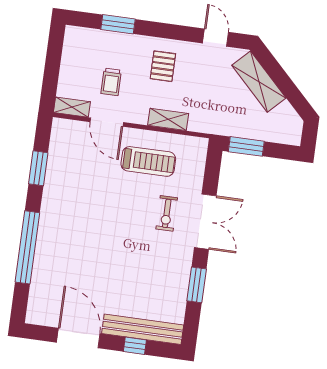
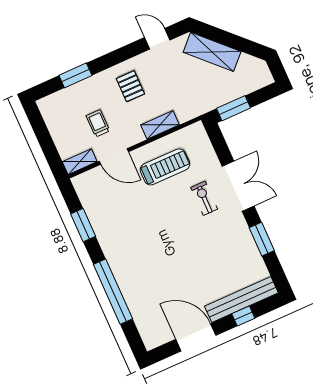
trolley: (111, 82) -> (98, 123), turned 180
exercise bike: (167, 213) -> (204, 198), turned 180

